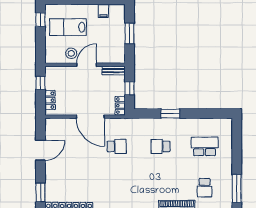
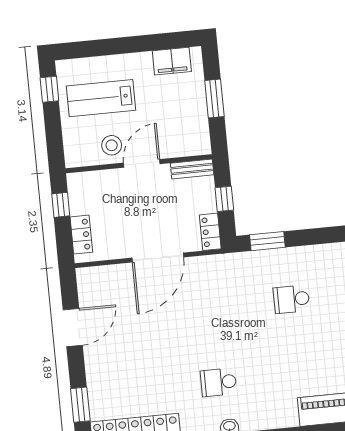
filing cabinet: (103, 11) -> (172, 61), width x2.00
window: (170, 114) -> (267, 241), moved
door: (90, 117) -> (158, 258), hinge flipped
school desk: (117, 146) -> (218, 382), moved, turned 180

